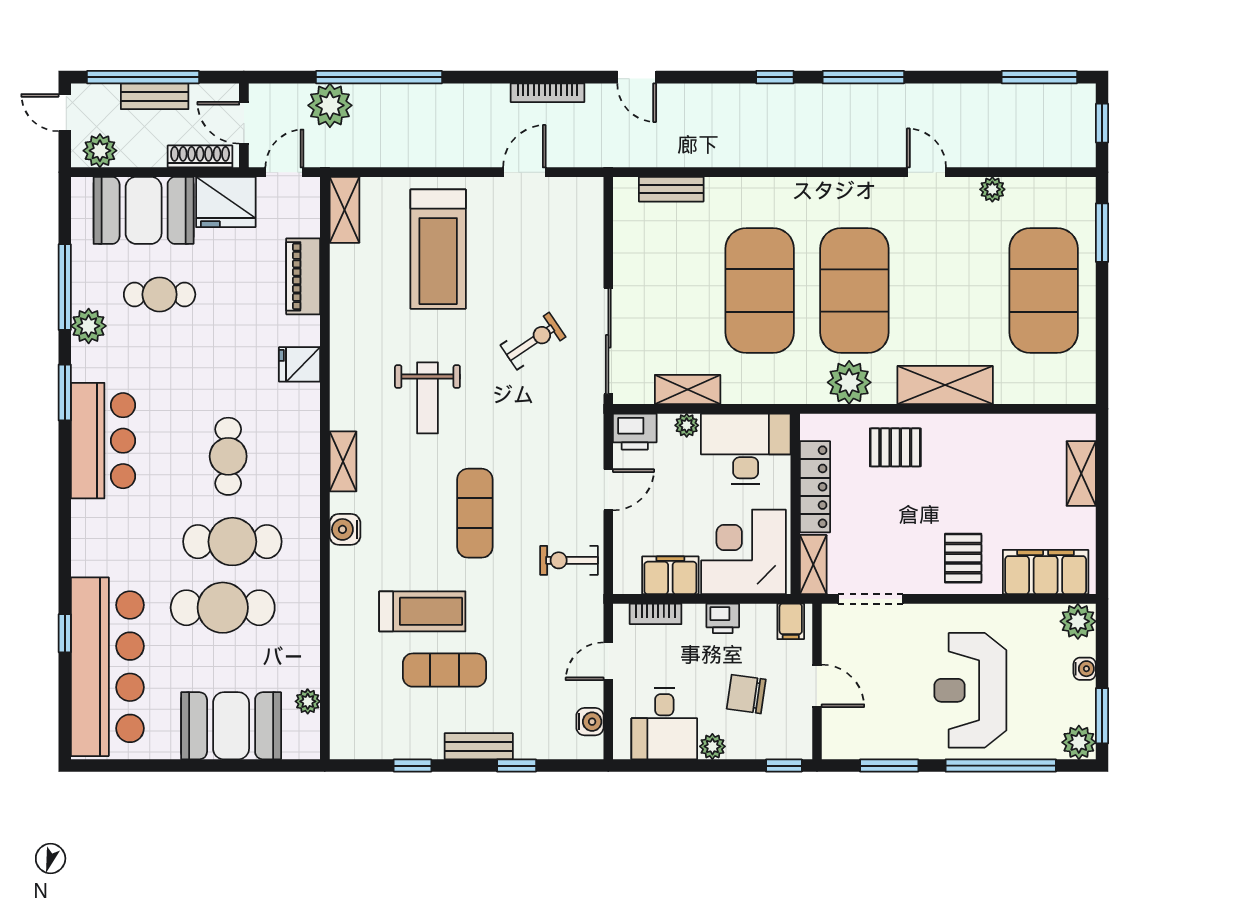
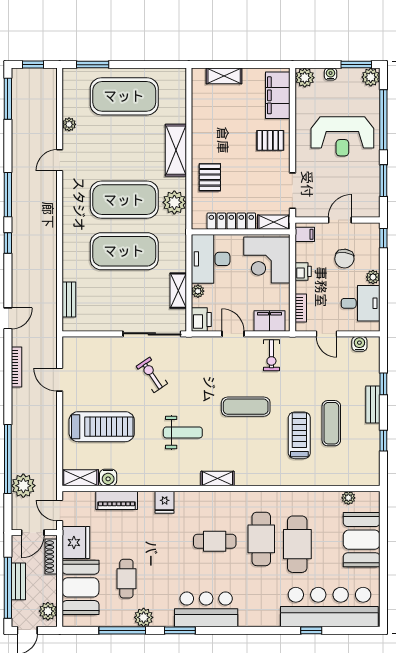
water cooler: (345, 529) -> (108, 478), moved
filing cabinet: (670, 575) -> (270, 321), moved, turned 90

